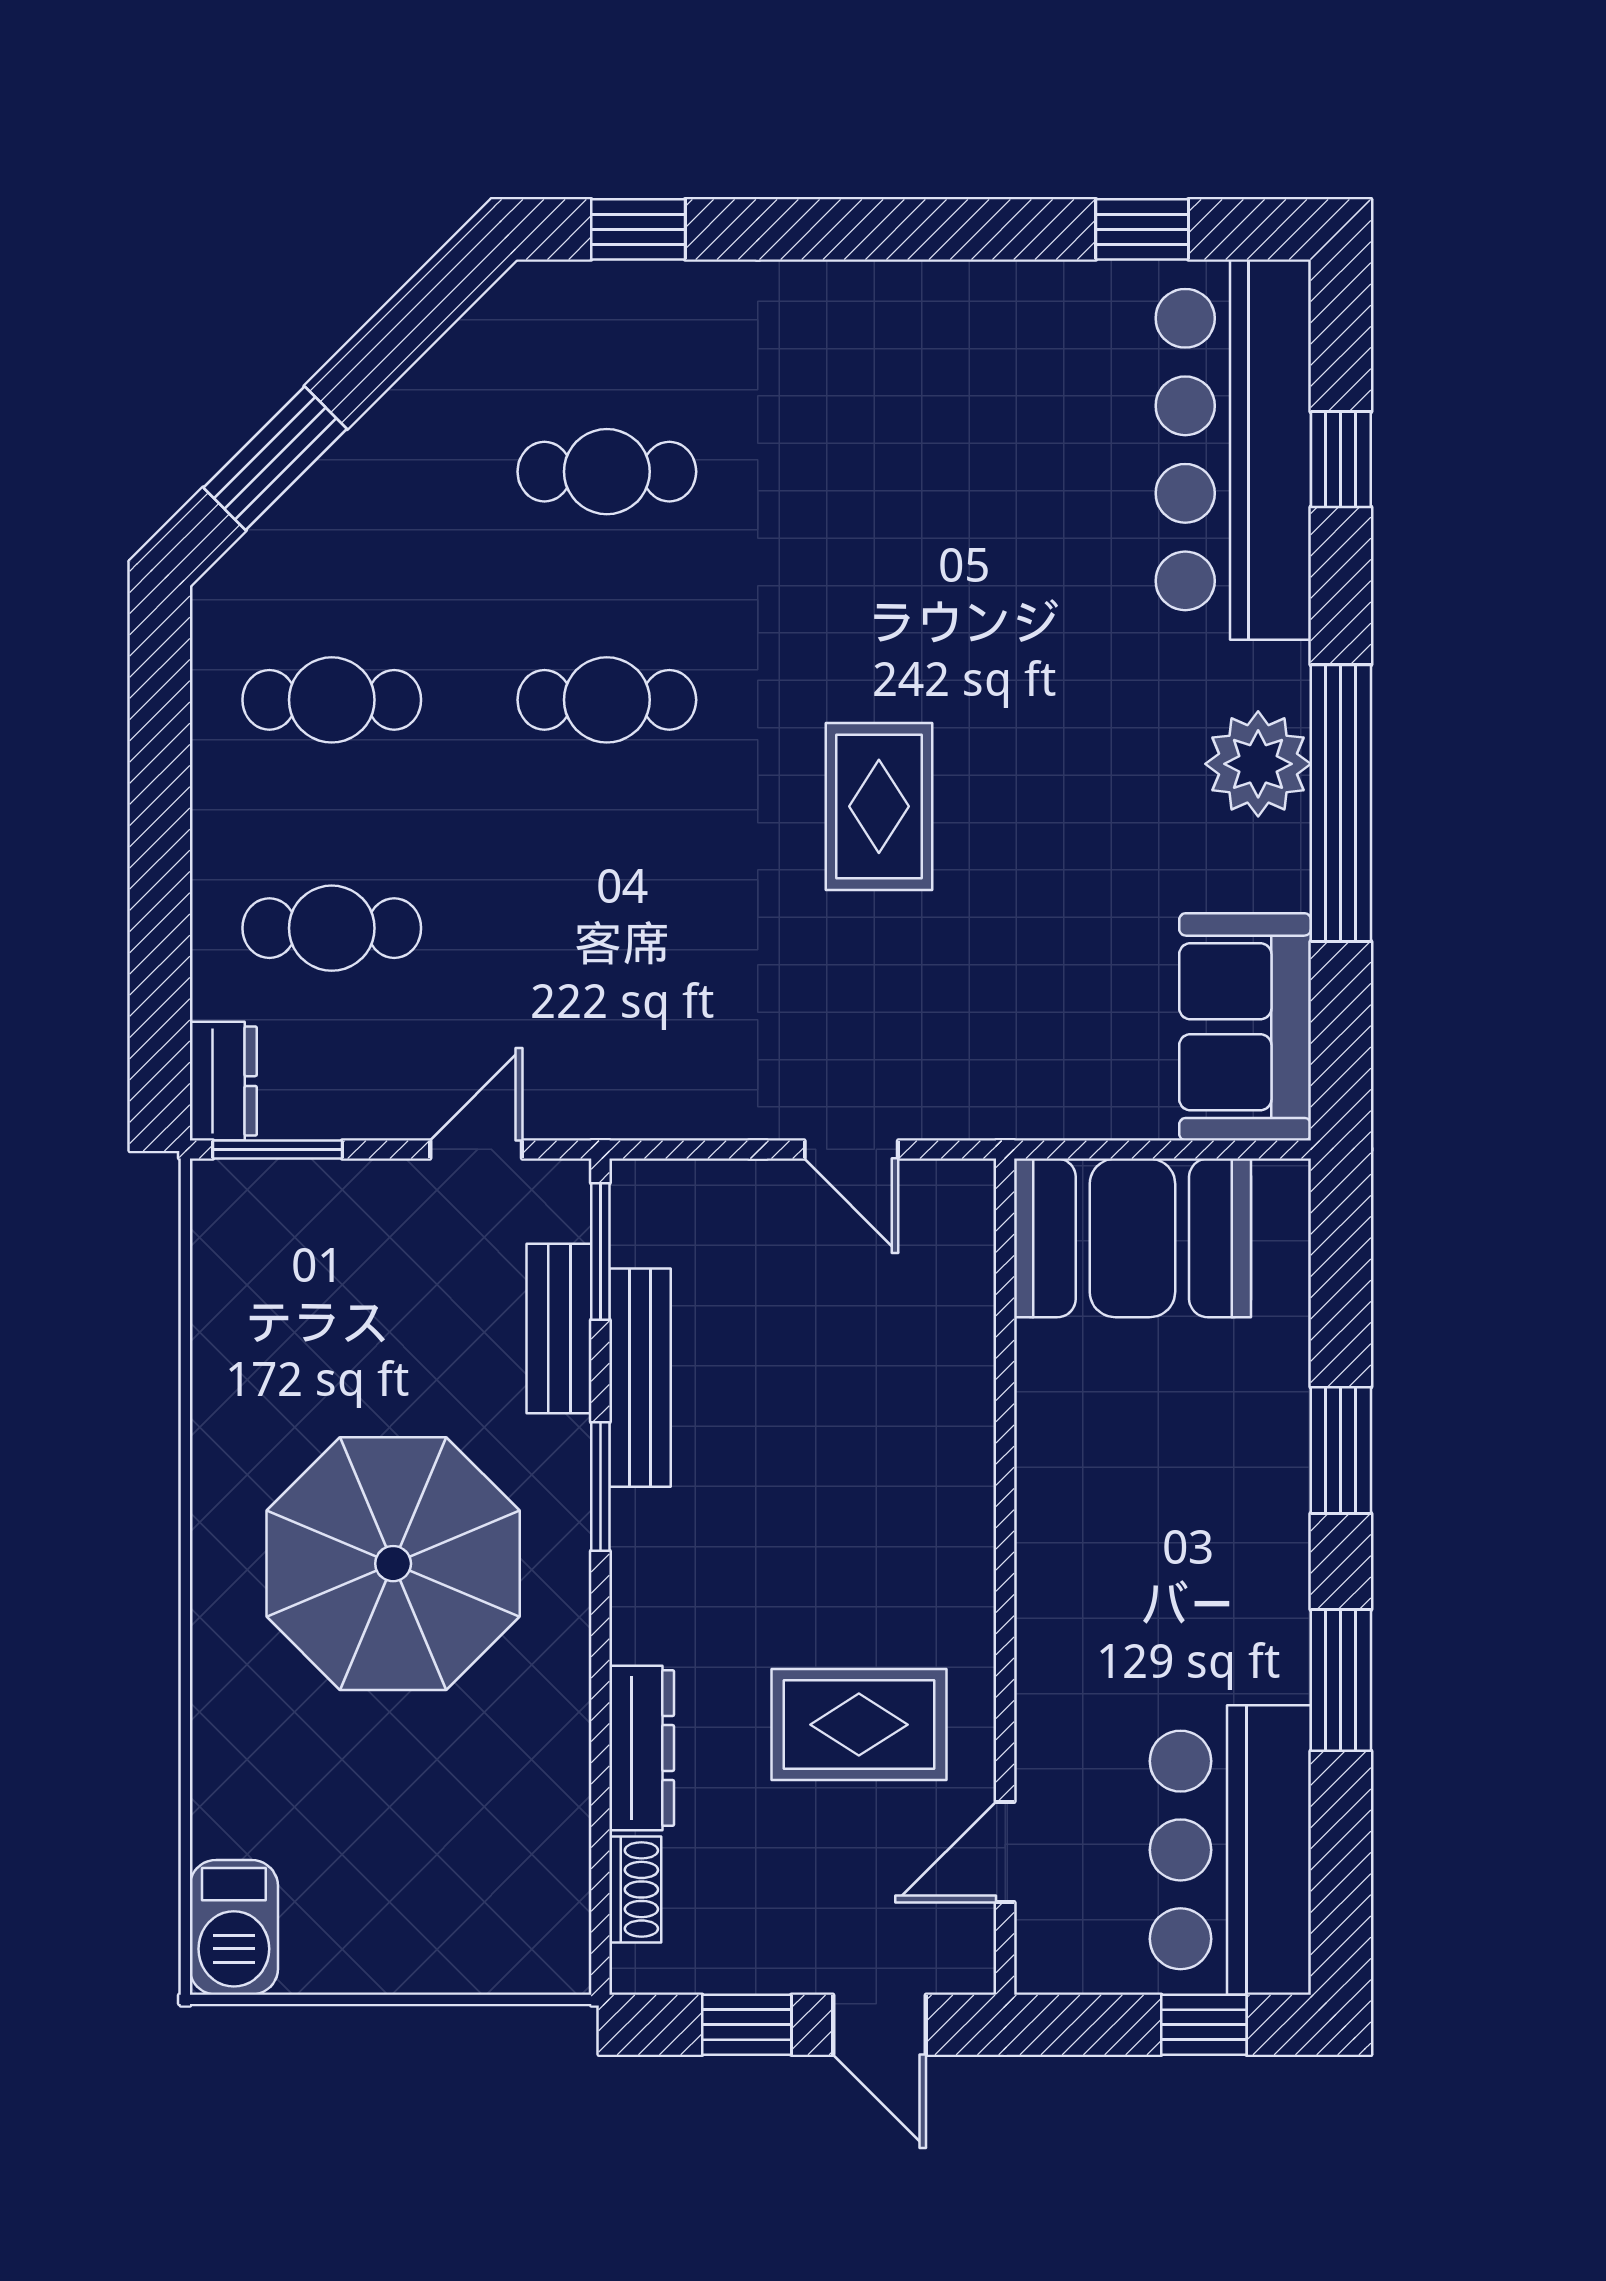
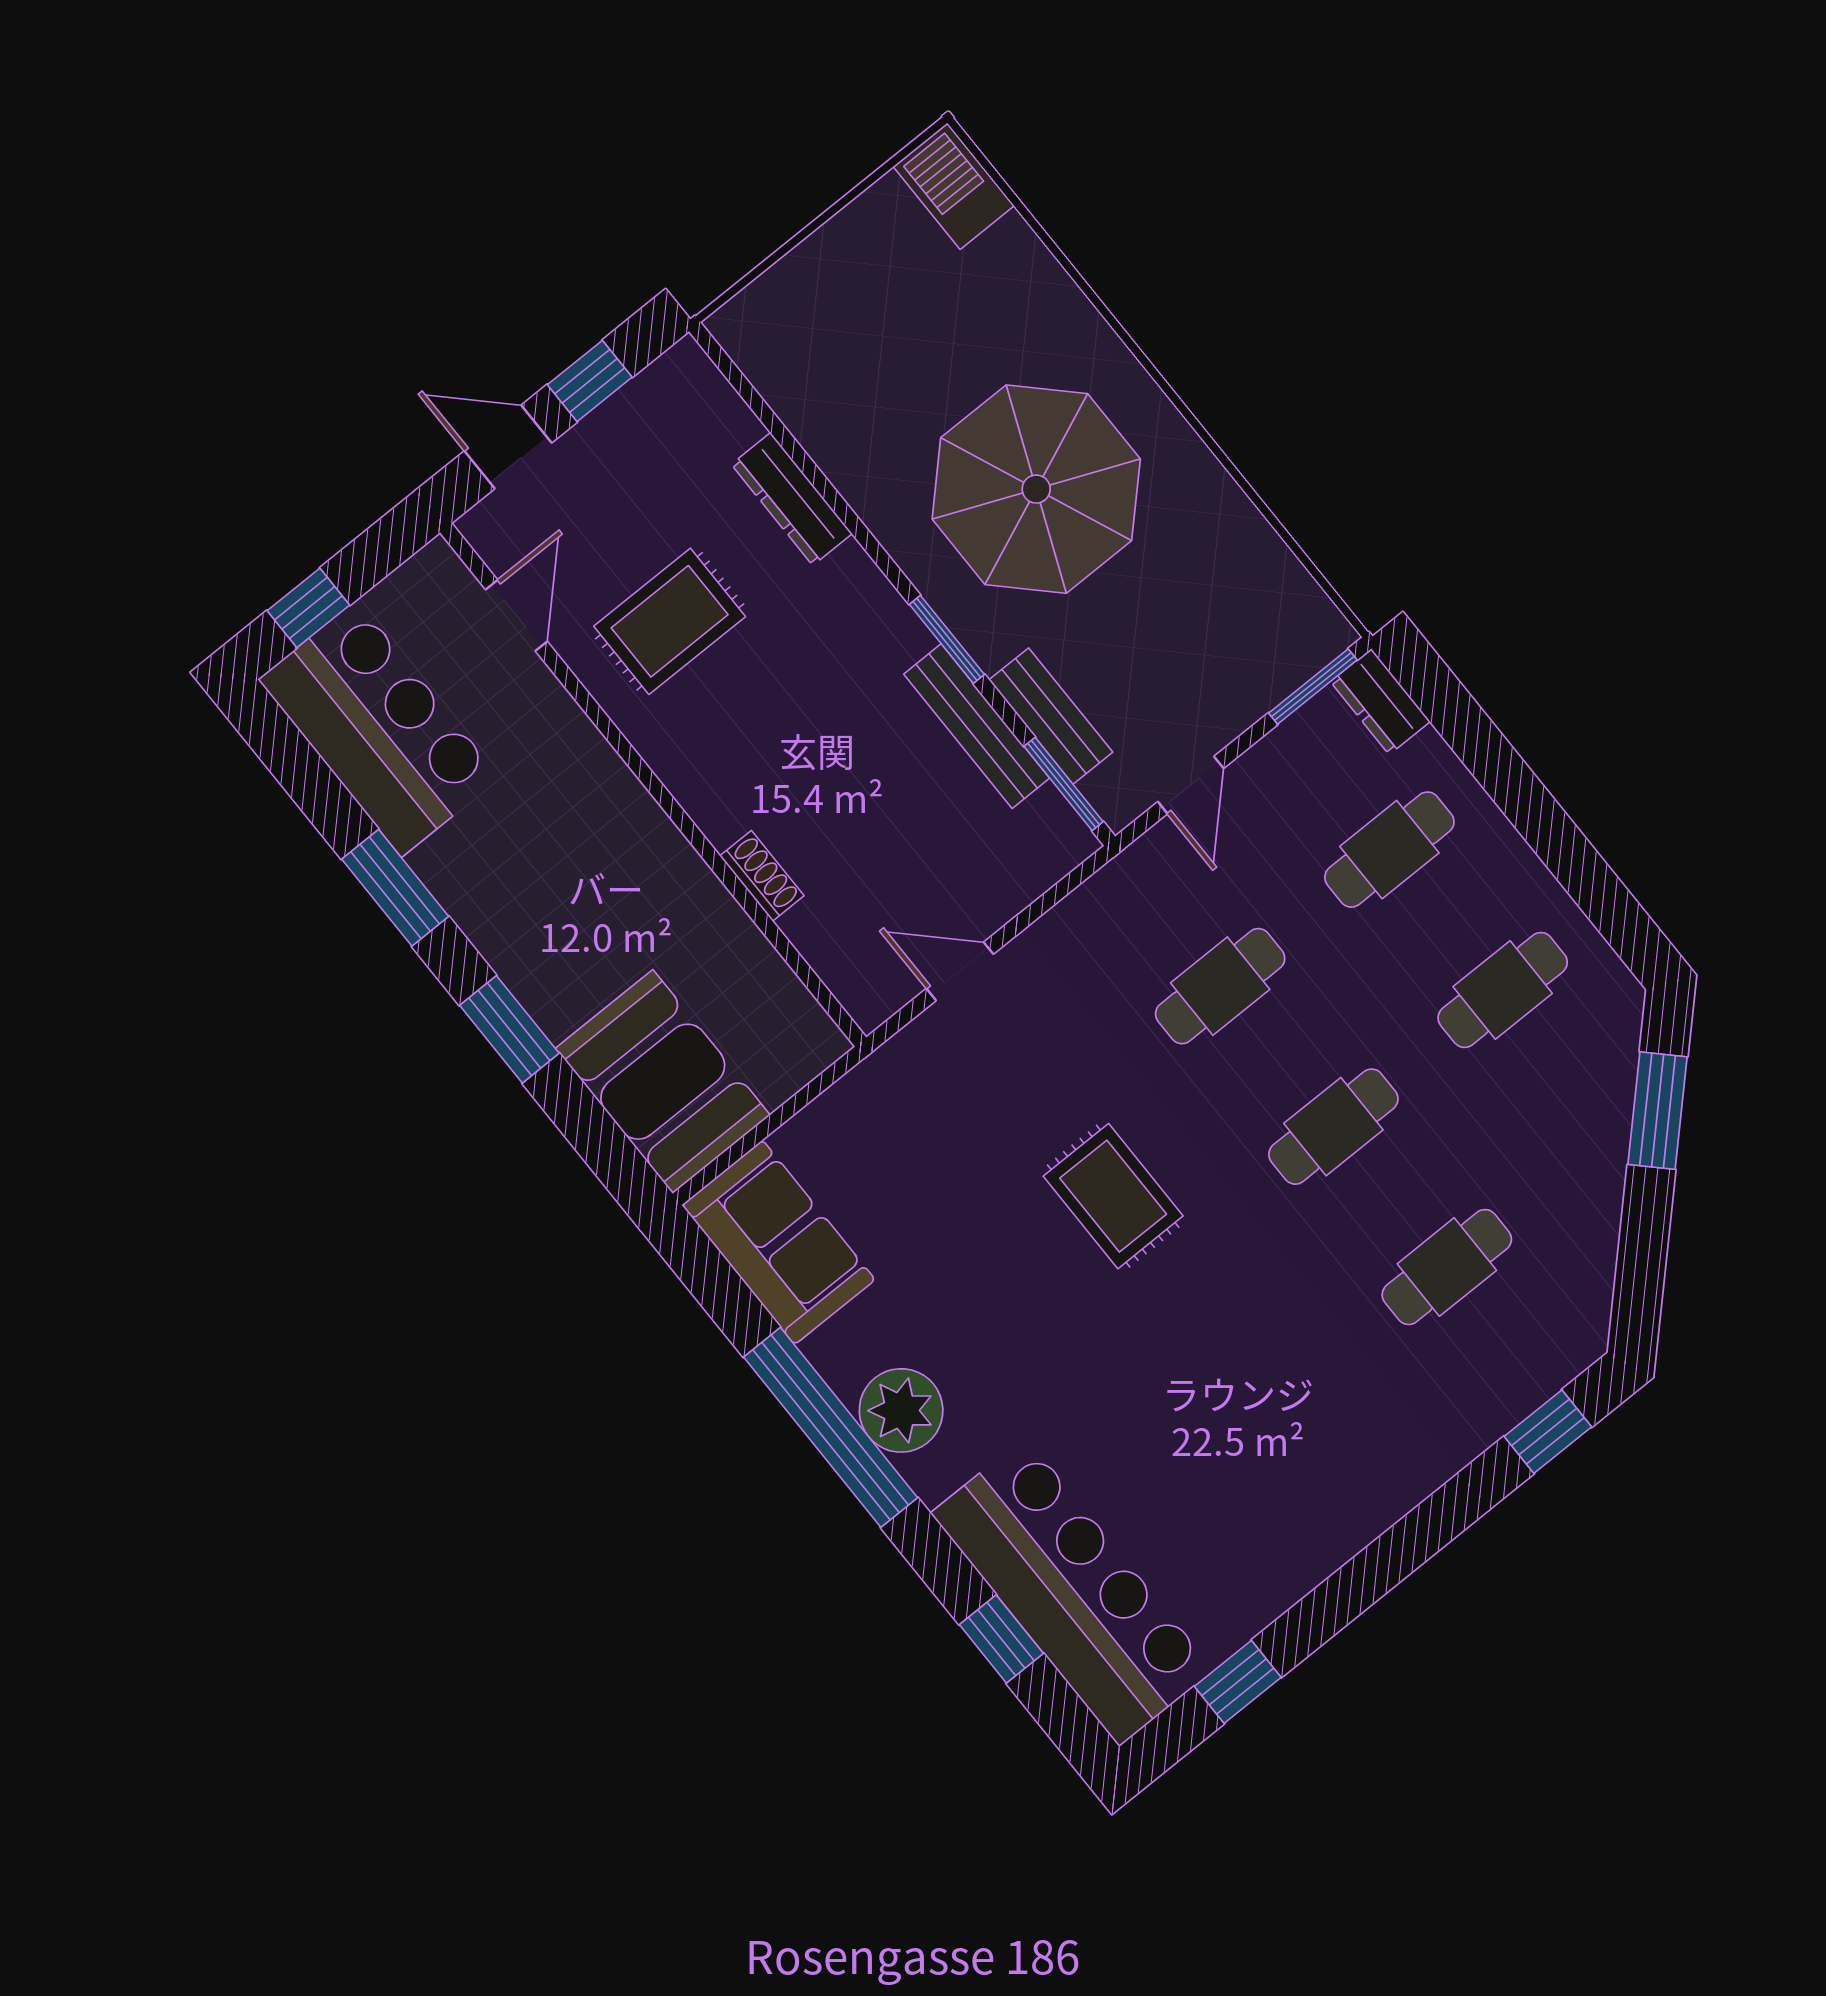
cafe table: (607, 928) -> (1220, 986), added
booth: (1132, 1238) -> (663, 1082), moved, turned 90
shoe rack: (635, 1889) -> (762, 876), moved, turned 180

